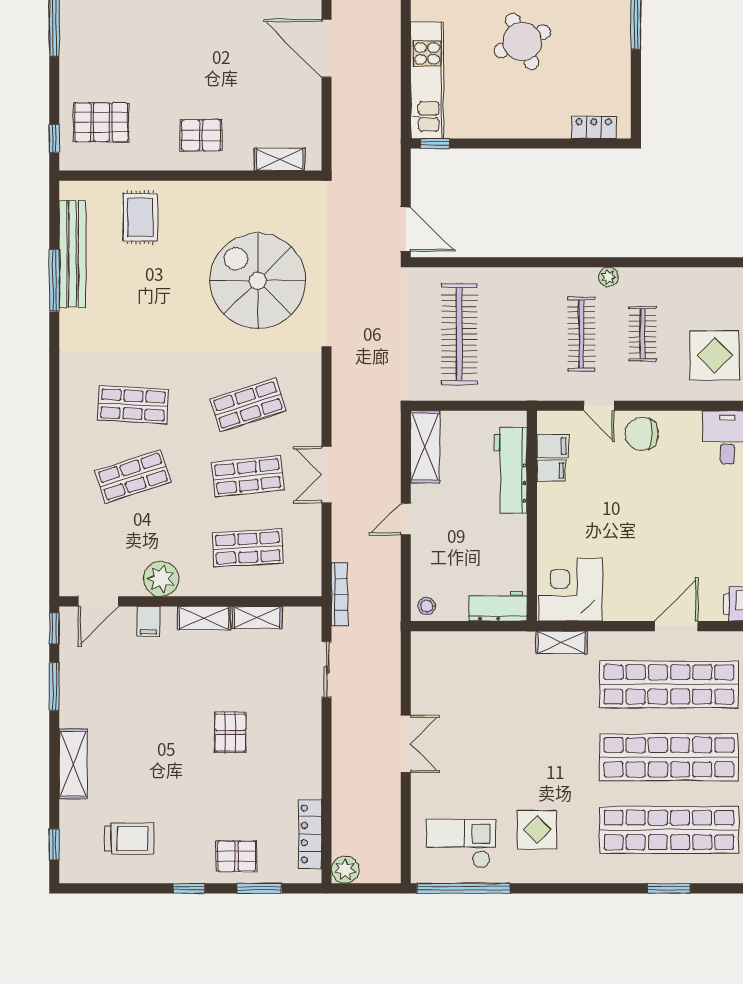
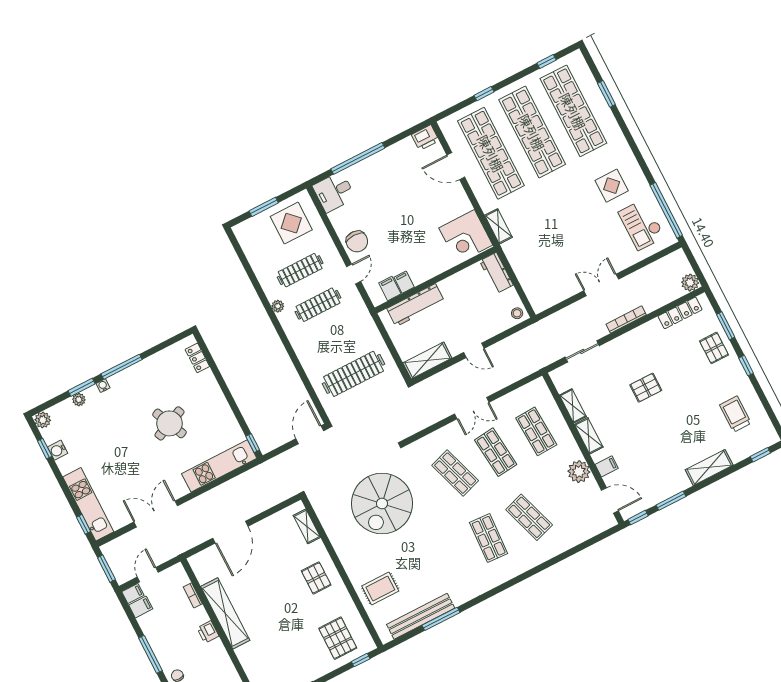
clothes rail: (642, 334) -> (300, 270), width x1.36
bookcase: (340, 594) -> (626, 319), moved

